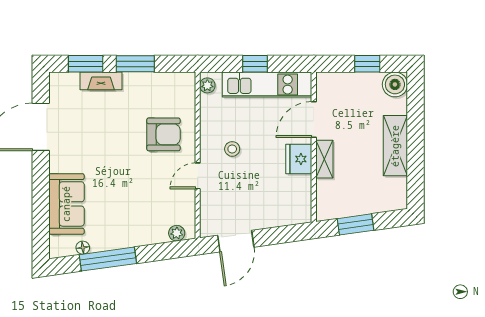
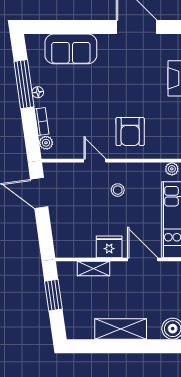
shelving: (324, 159) -> (94, 269), moved
bookcase: (152, 238) -> (42, 121), added
floor lamp: (83, 248) -> (38, 92), moved

